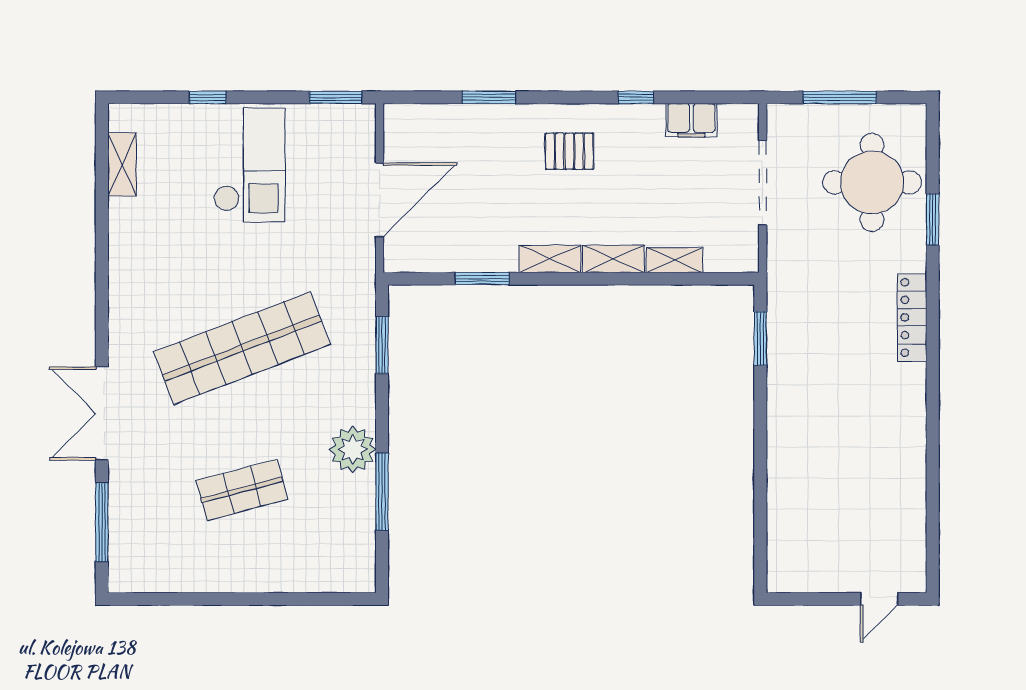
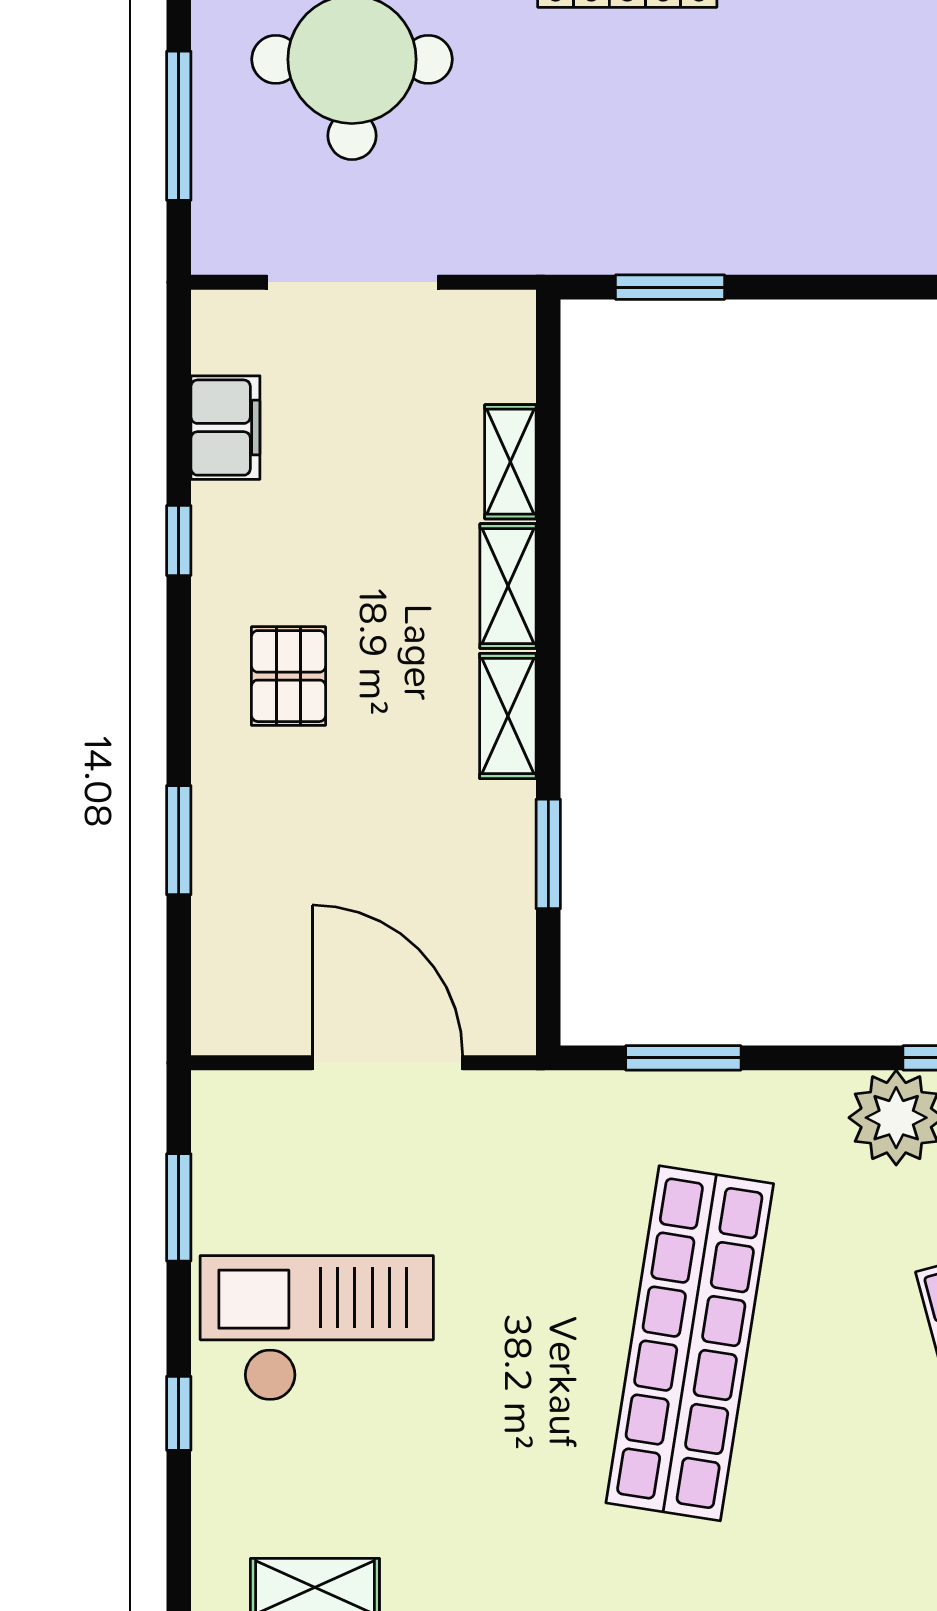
window: (336, 97) -> (179, 1207), moved
shop shelf: (242, 348) -> (690, 1343), turned 30

